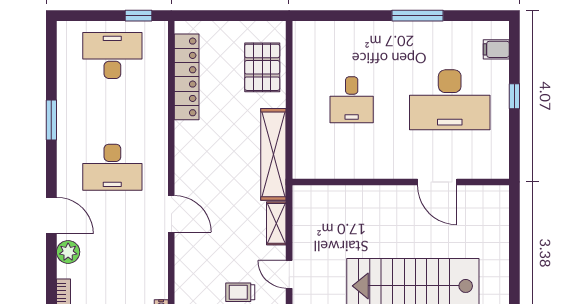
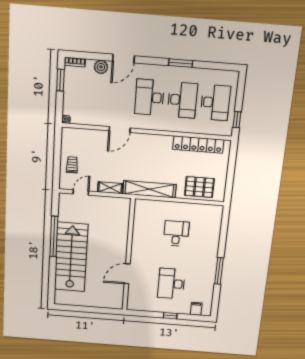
desk: (352, 100) -> (176, 233), turned 90
desk: (450, 100) -> (171, 284), width x0.73, depth x0.77
desk: (112, 111) -> (182, 100), added

